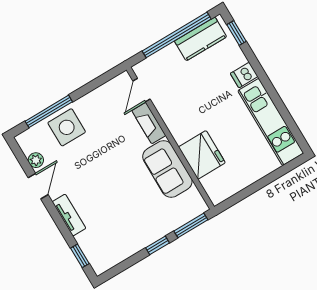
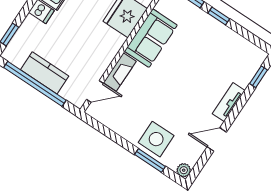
kitchen counter: (201, 39) -> (45, 73), moved
window: (49, 111) -> (150, 160), width x0.69
plant: (36, 160) -> (184, 170), moved

